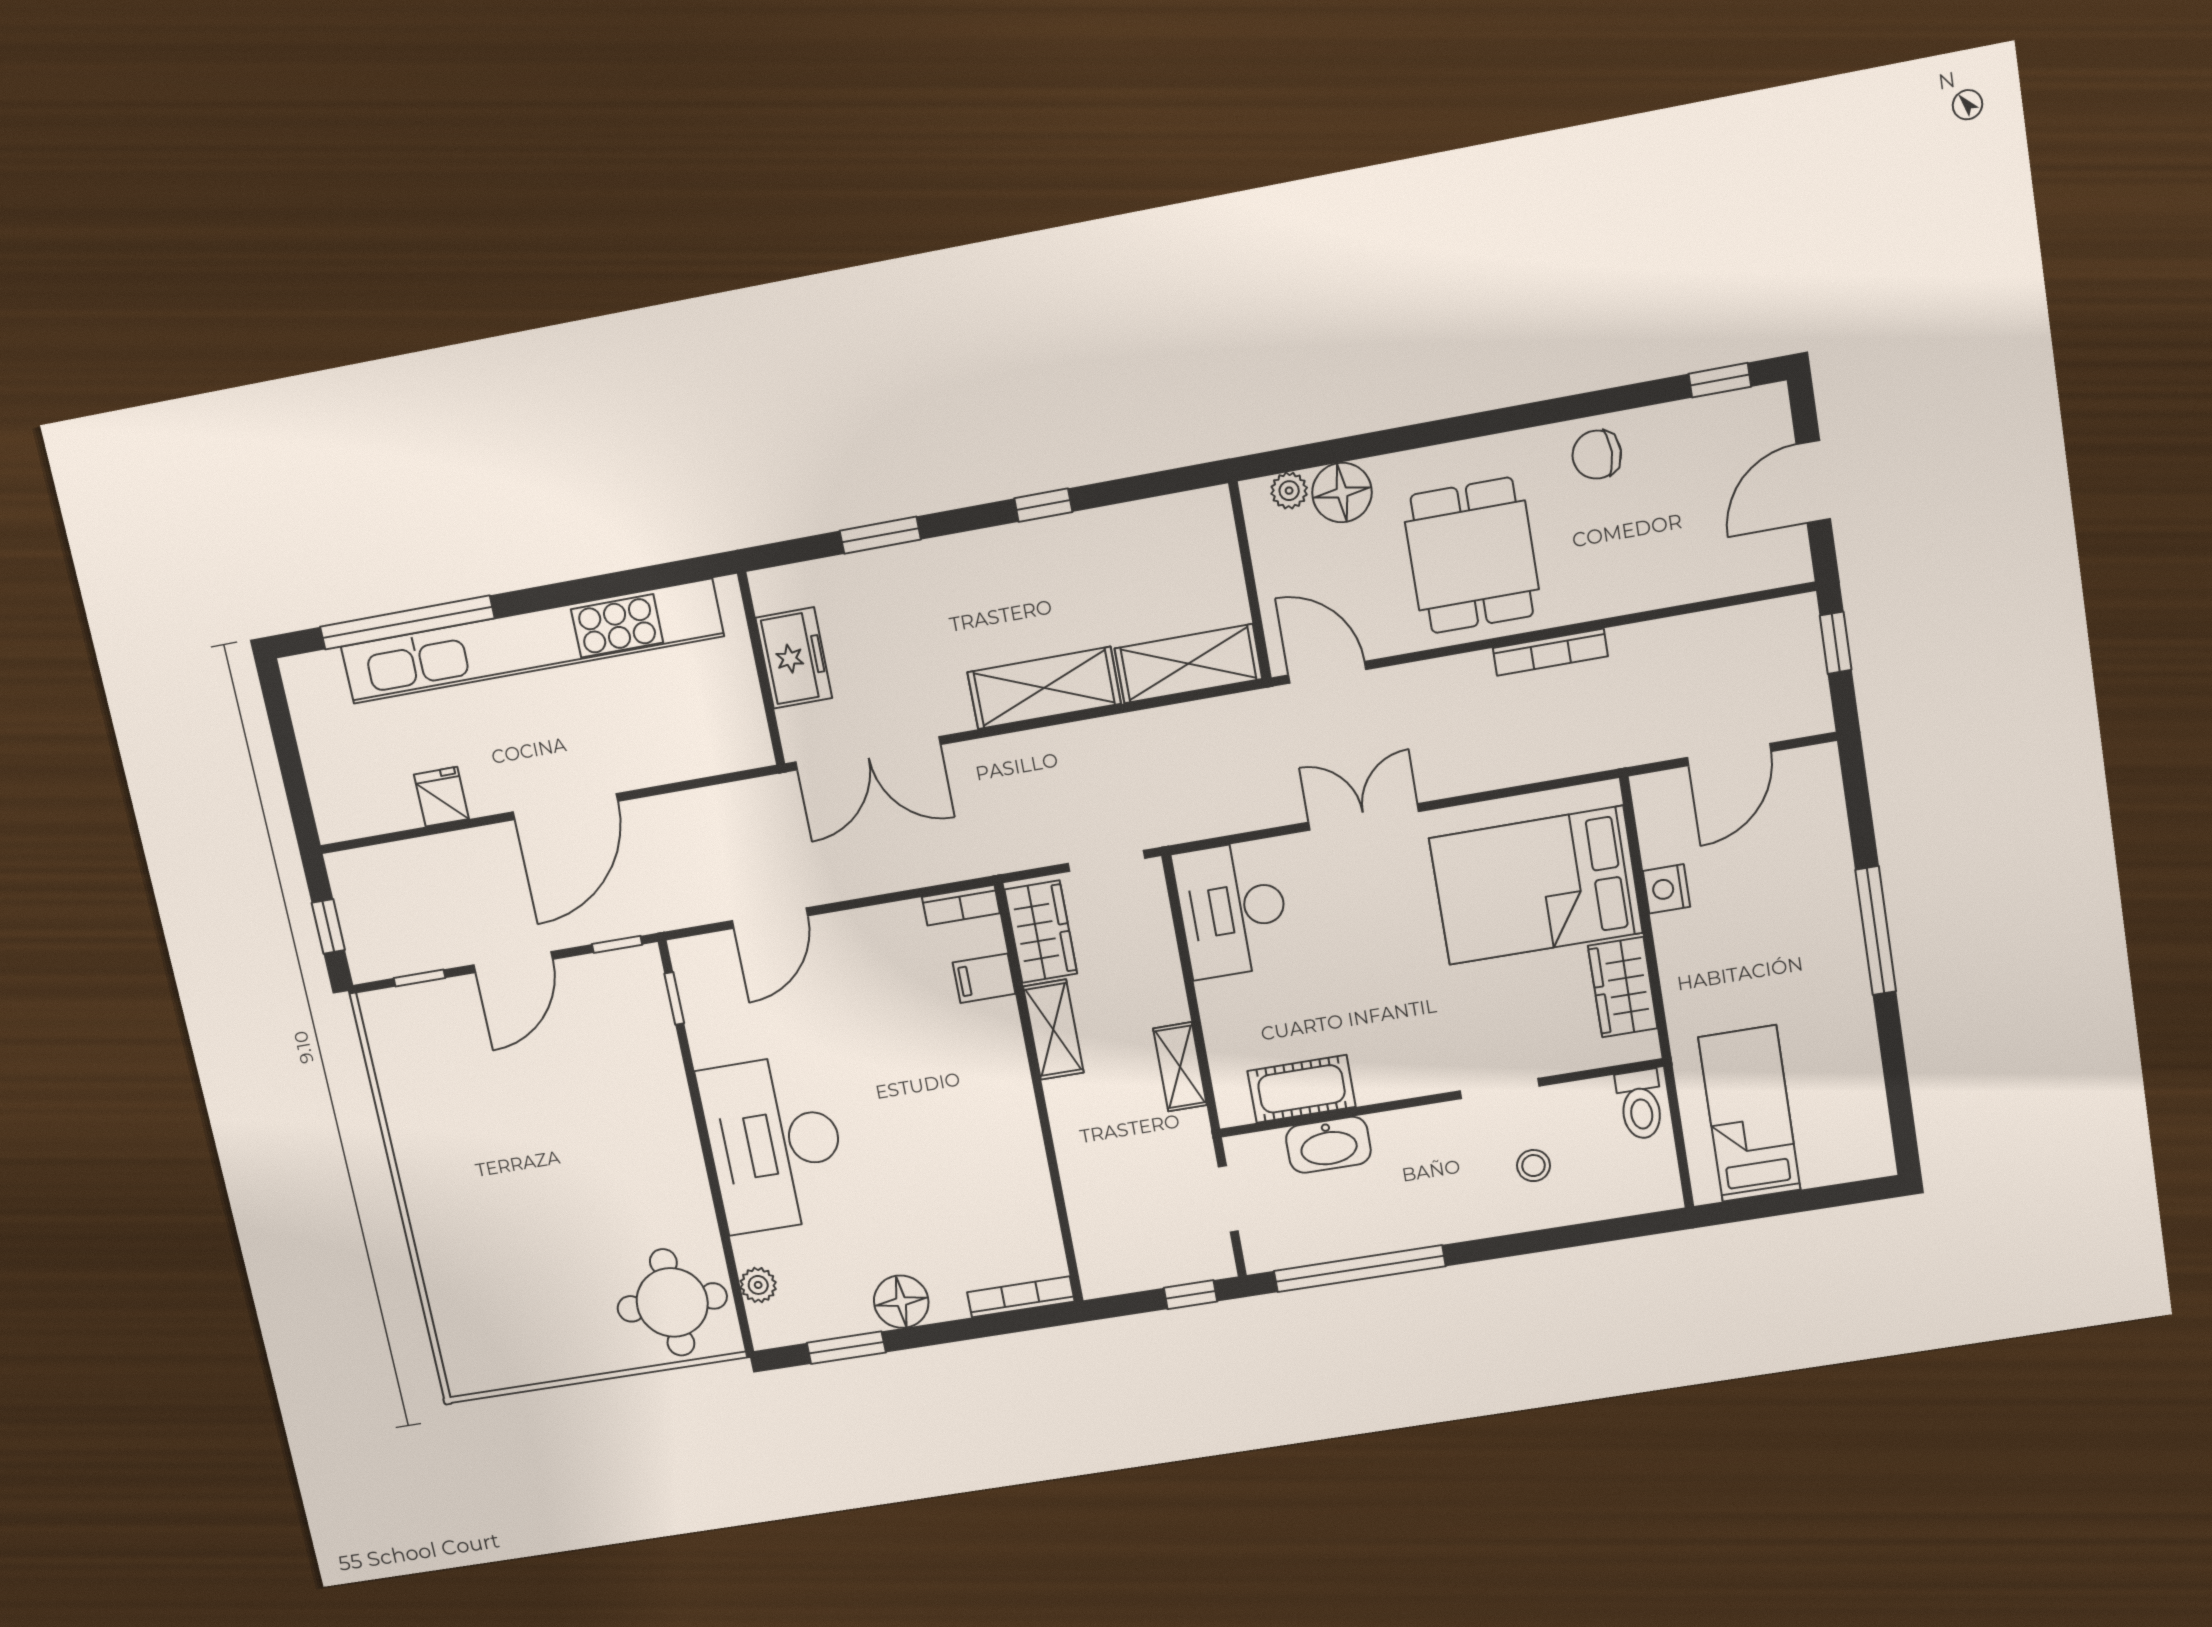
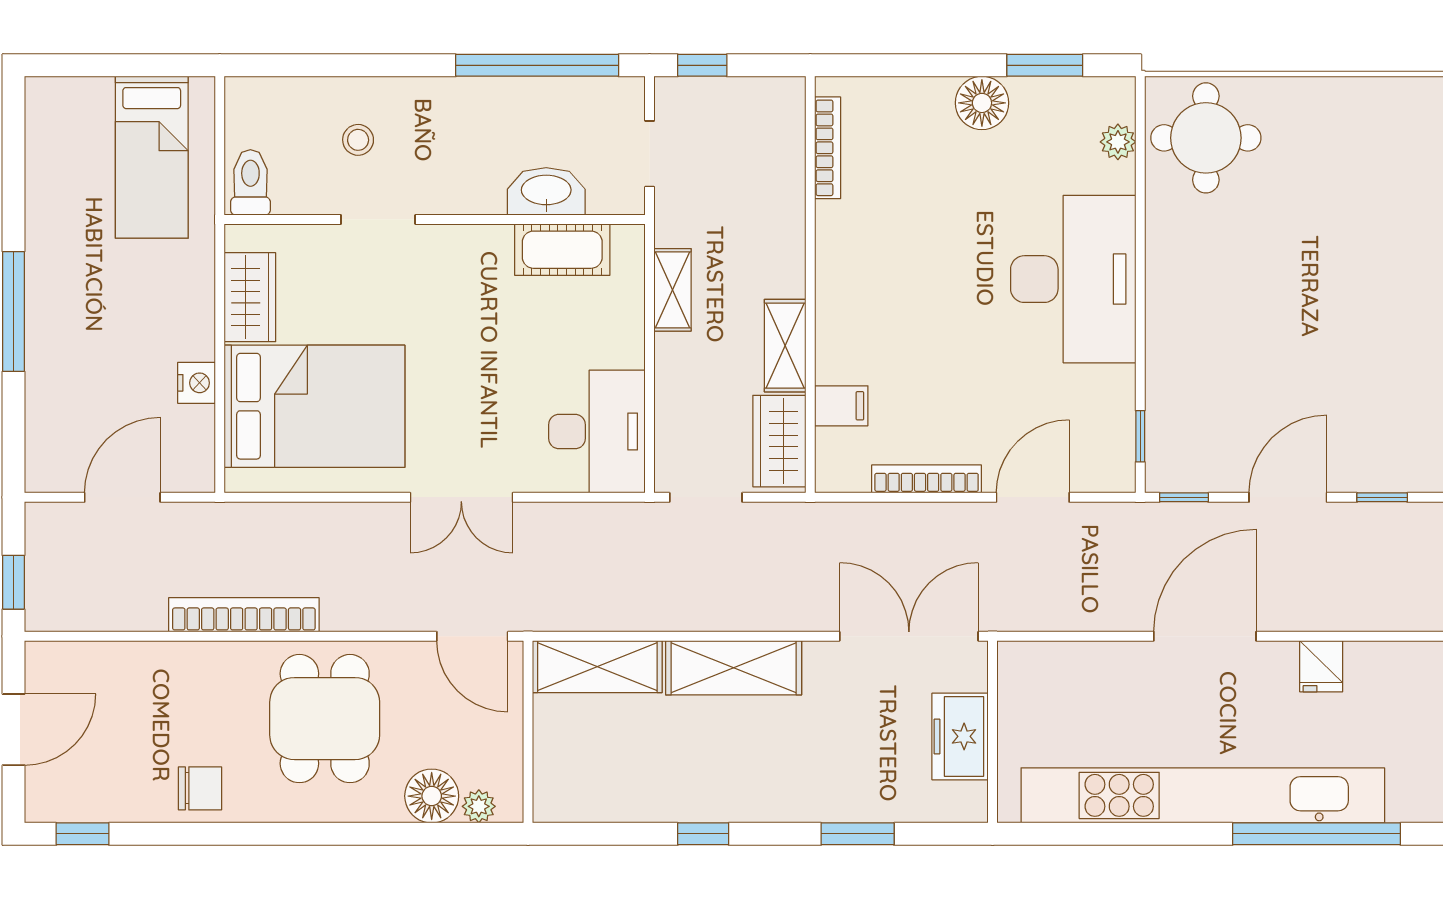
bookcase: (1550, 652) -> (244, 615), width x1.48, depth x1.31
bookcase: (961, 905) -> (927, 479), moved, width x1.56
bookcase: (1021, 1297) -> (828, 148), moved, turned -90

